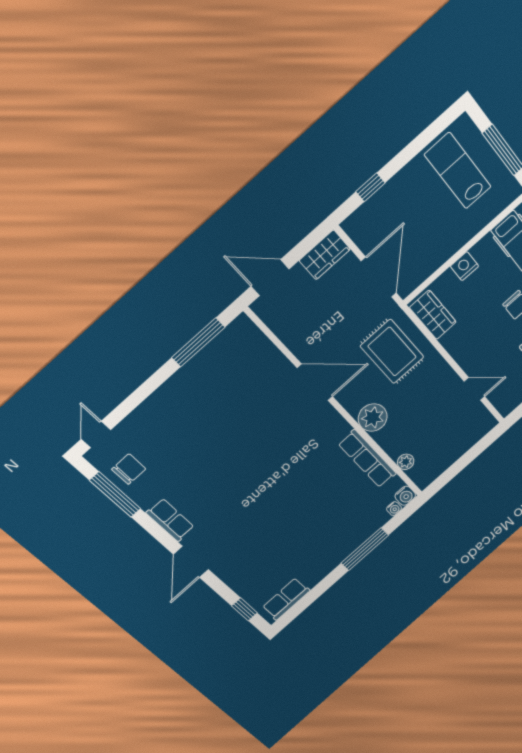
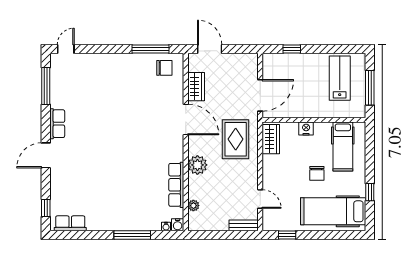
wardrobe: (325, 255) -> (196, 87), moved, turned -90
bench: (479, 431) -> (244, 225), added
chair: (129, 469) -> (164, 68), moved

